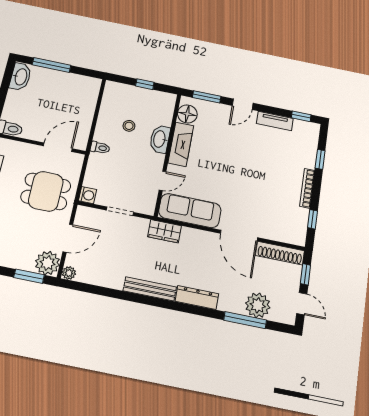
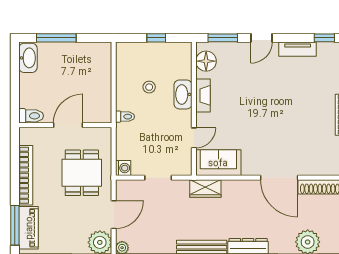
fireplace: (181, 144) -> (203, 95), width x0.73, depth x0.76
door: (58, 147) -> (68, 125), moved
dining table: (46, 191) -> (82, 173), turned 90
sofa: (190, 211) -> (218, 163), width x0.73

